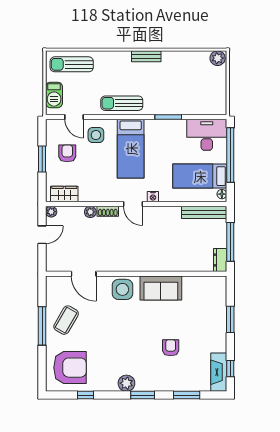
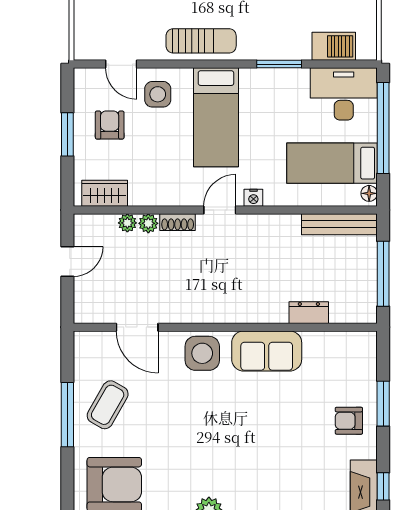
barbecue: (54, 95) -> (334, 46), moved, turned -90
sun lounger: (122, 103) -> (201, 41), turned 180
door: (133, 204) -> (220, 210), swing flipped
plant: (51, 212) -> (127, 223), moved
dresser: (220, 260) -> (309, 313), moved, turned 90
armchair: (171, 348) -> (349, 421), moved, turned -90

